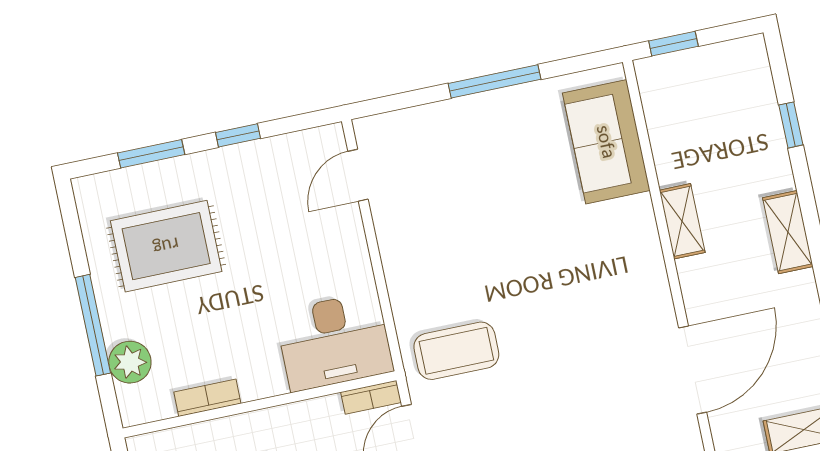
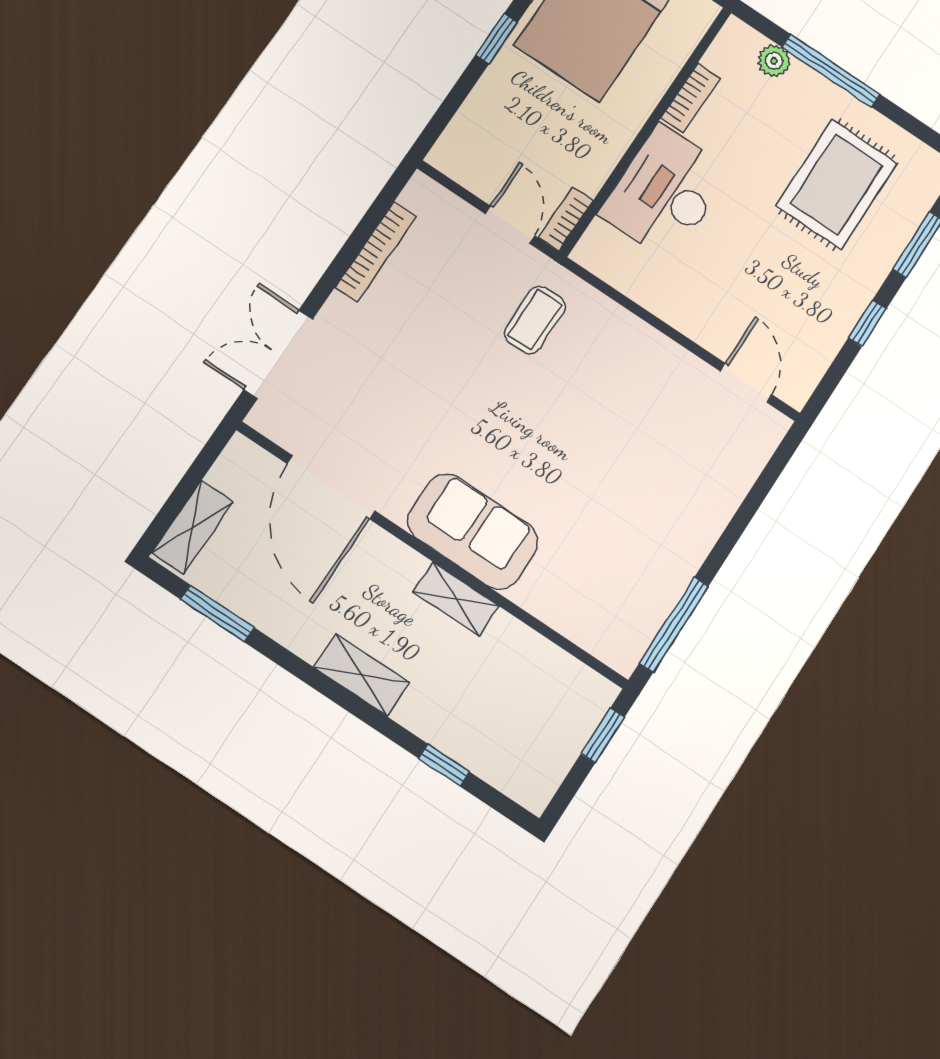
window: (495, 81) -> (674, 625), moved
sofa: (606, 142) -> (473, 531), moved
desk: (334, 341) -> (665, 192), moved
coffee table: (456, 351) -> (535, 320), width x0.73, depth x0.77
plant: (130, 362) -> (774, 61), width x0.73, depth x0.73

